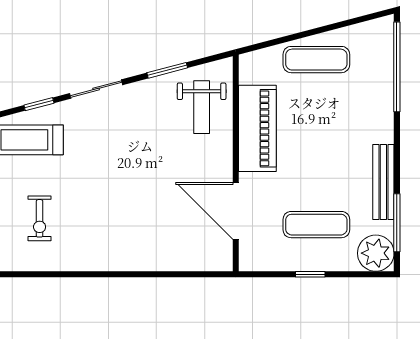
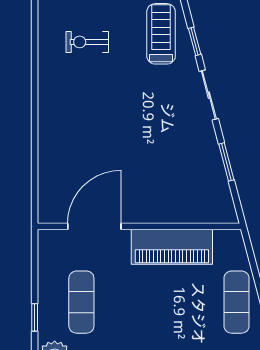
weight bench: (202, 107) -> (192, 194), removed
window: (310, 274) -> (35, 317), moved

